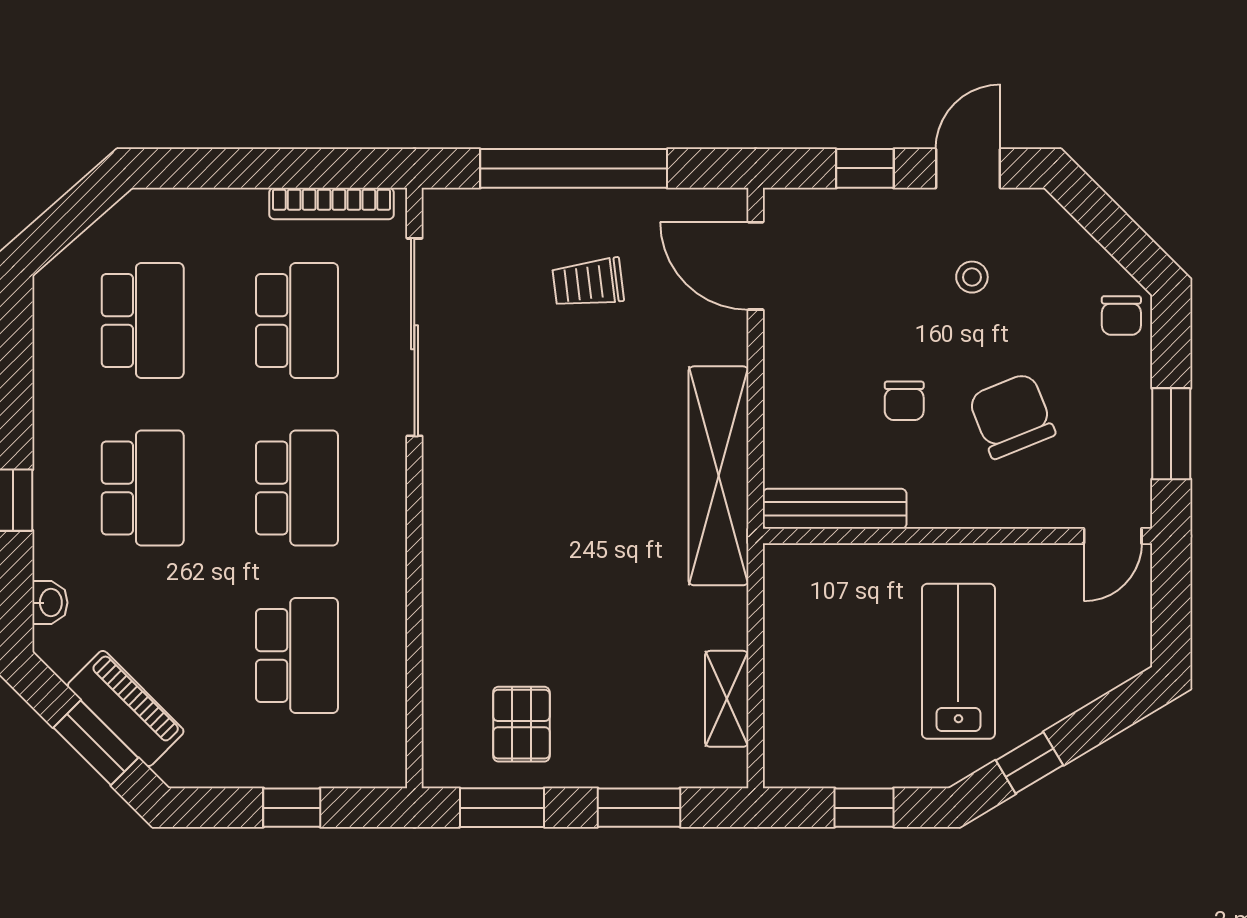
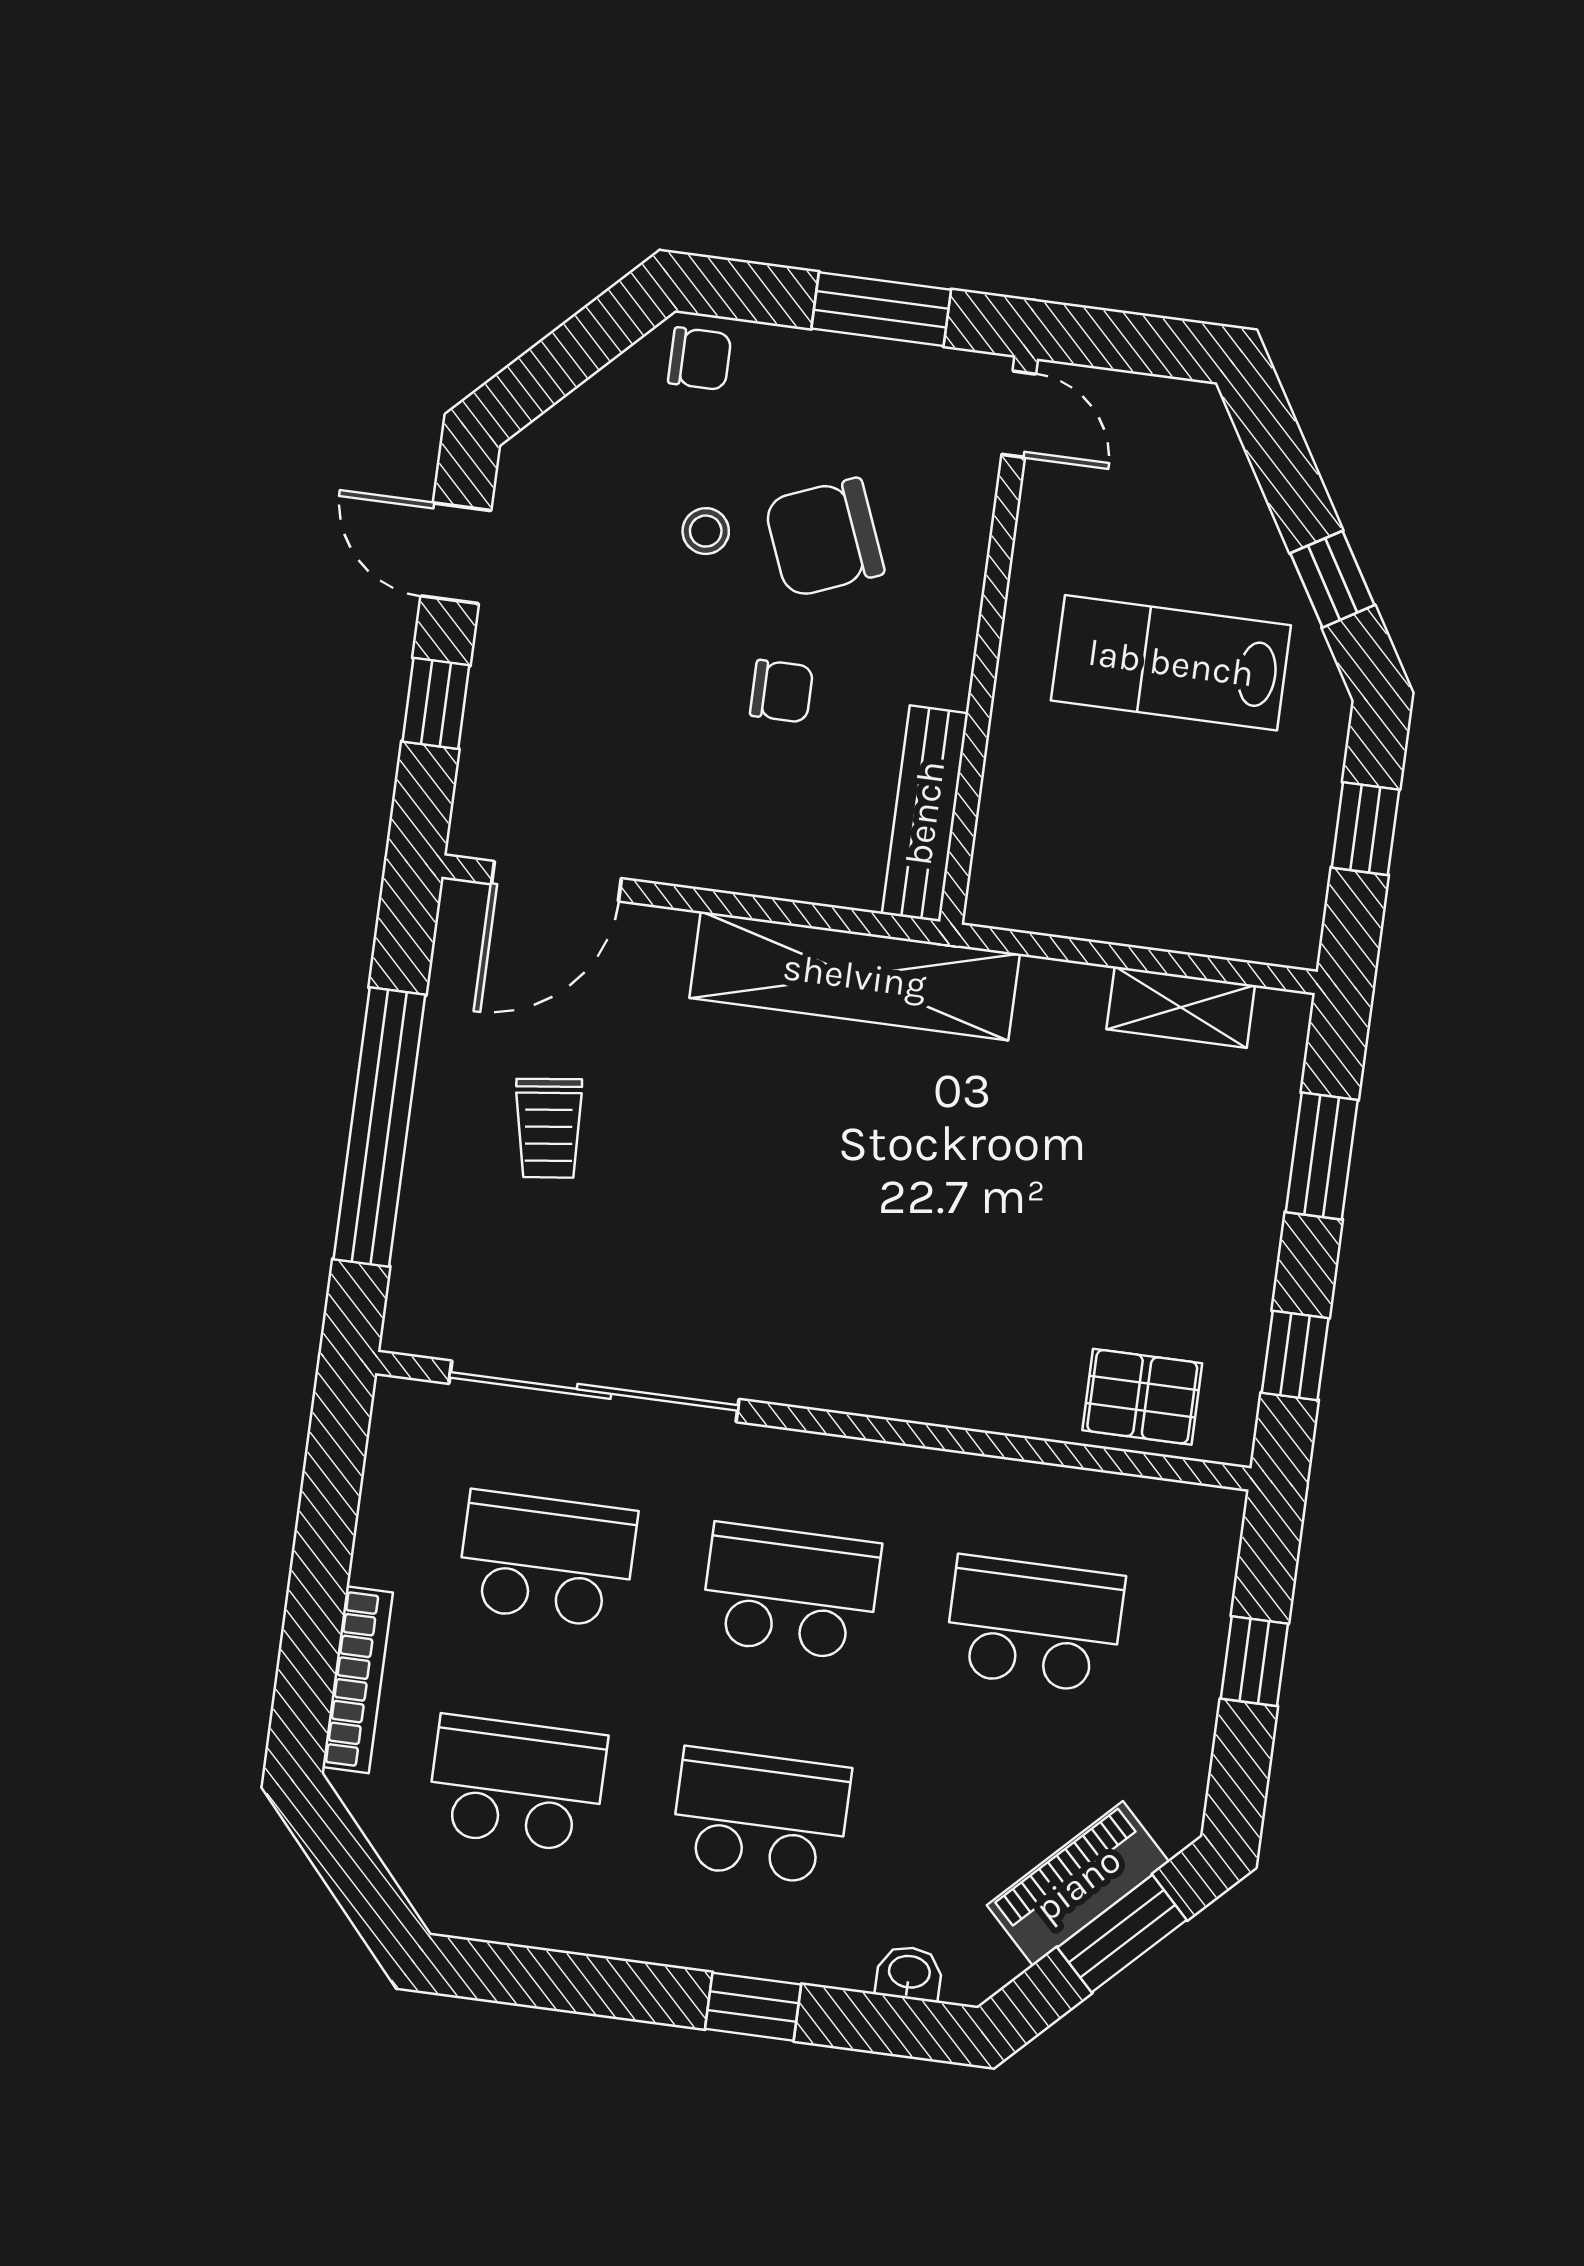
bookcase: (332, 204) -> (358, 1680), moved
stool: (972, 277) -> (706, 531), moved
pallet: (521, 724) -> (1142, 1397), moved
window: (502, 808) -> (1295, 1355), width x0.67

